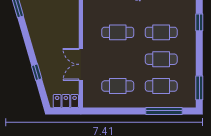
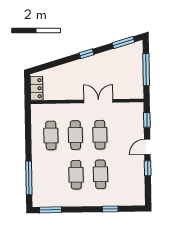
double door: (81, 64) -> (98, 101), moved
window: (37, 72) -> (86, 54), moved
cafe table: (161, 86) -> (75, 135), moved

